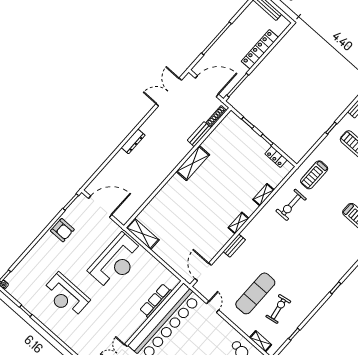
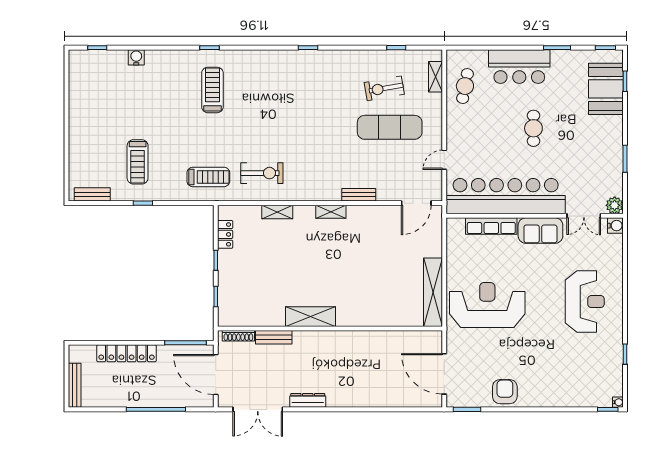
dresser: (133, 141) -> (308, 400), moved
shelving: (143, 234) -> (433, 292), width x1.47
reception desk: (66, 296) -> (585, 302), moved
sofa: (130, 324) -> (540, 231), added

